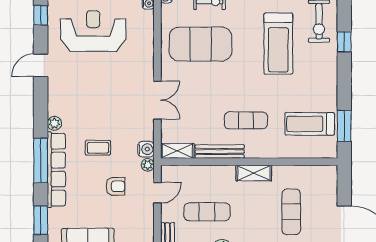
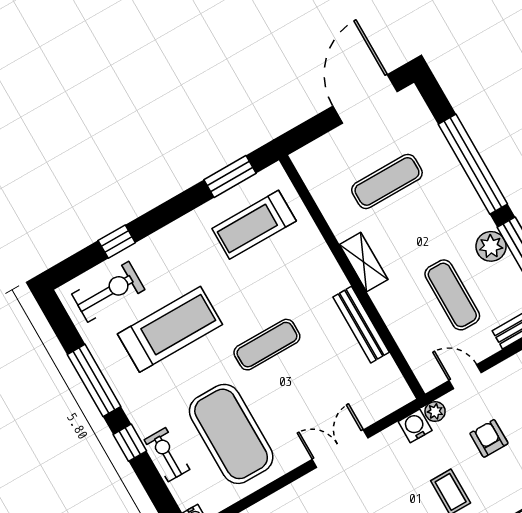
exercise mat: (246, 120) -> (267, 345), moved, turned 90
treadmill: (310, 124) -> (254, 225), turned 90
shelving: (177, 151) -> (393, 382), removed

